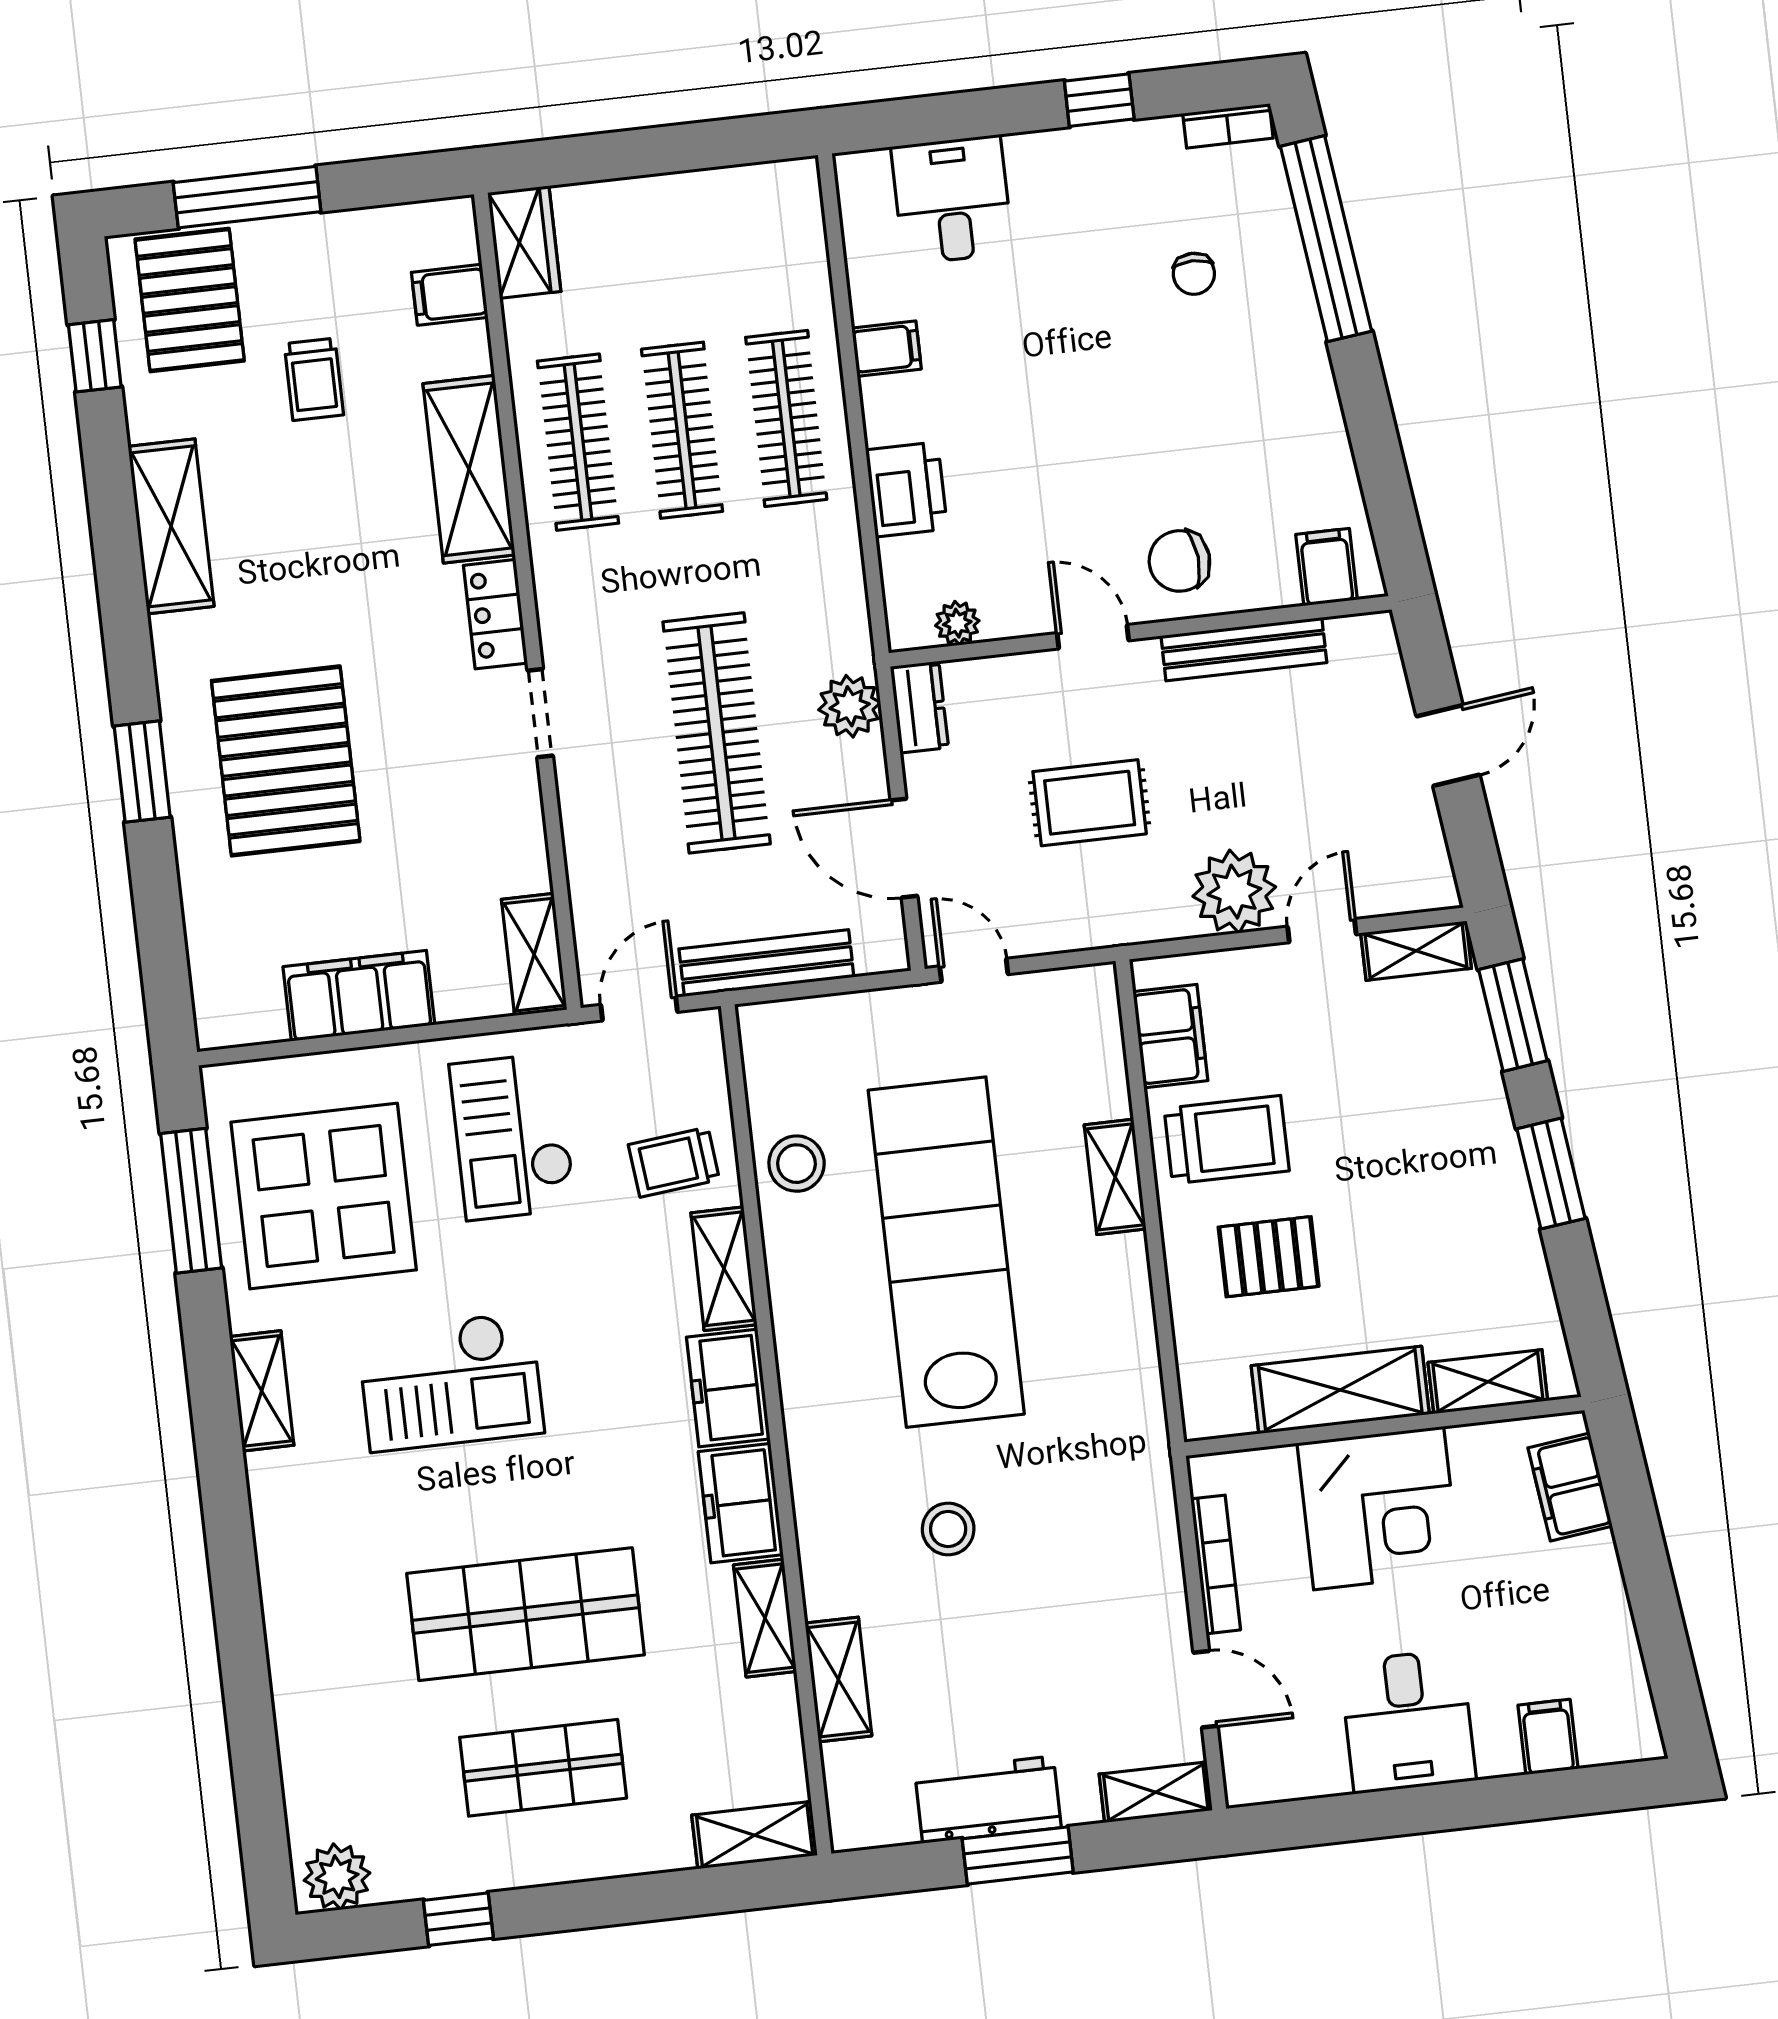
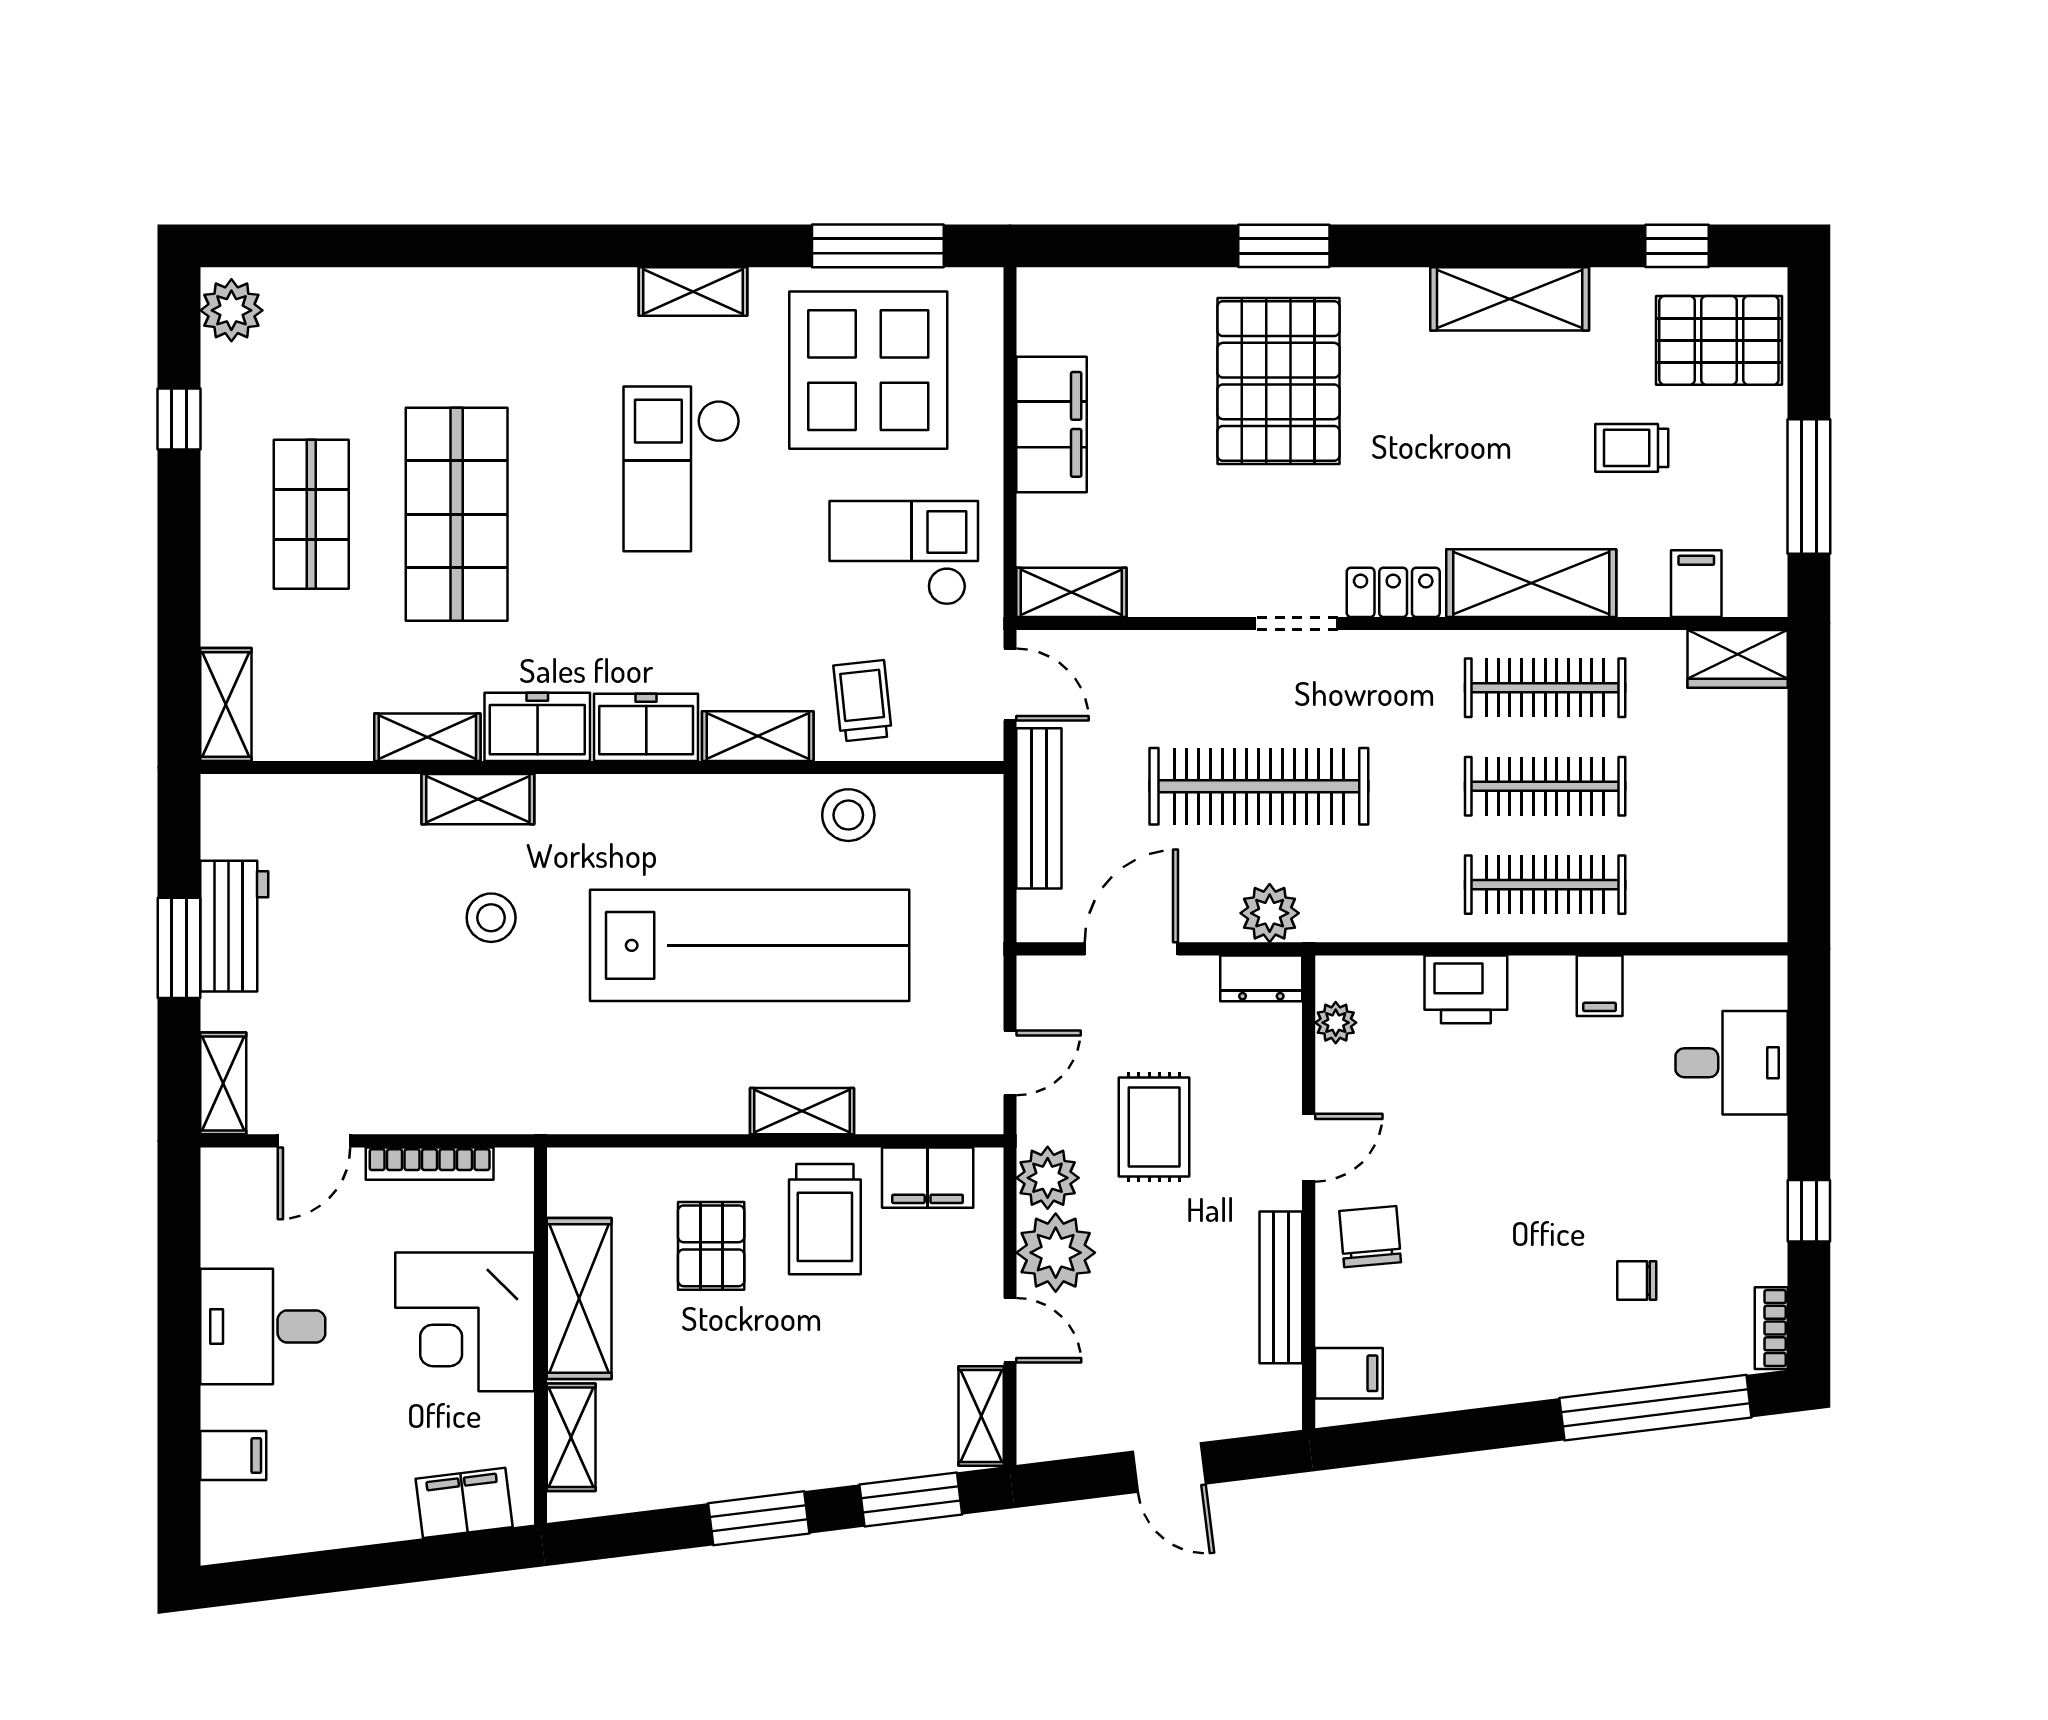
window: (247, 197) -> (1809, 486), moved
pallet: (286, 761) -> (1278, 381), turned 90
plant: (1156, 909) -> (1048, 1178), added
door: (974, 970) -> (1010, 1063), moved
shelving: (838, 1679) -> (478, 799), moved

